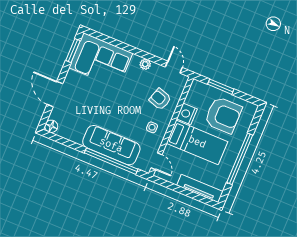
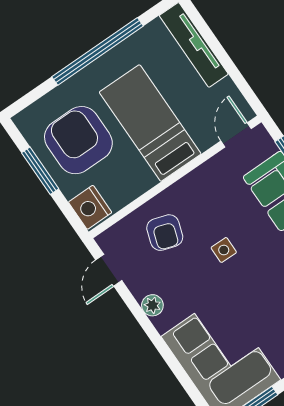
window: (221, 87) -> (40, 171), moved
nightstand: (187, 114) -> (90, 207), moved, turned 90
side table: (152, 127) -> (224, 250), moved

